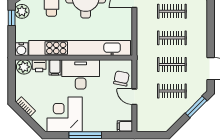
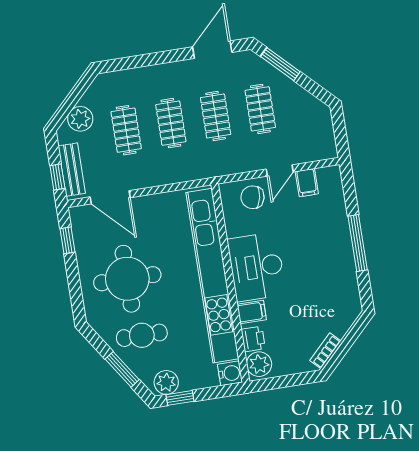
corner desk: (65, 114) -> (328, 283), removed
filing cabinet: (125, 126) -> (307, 183), moved

